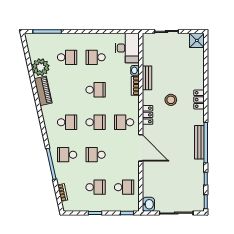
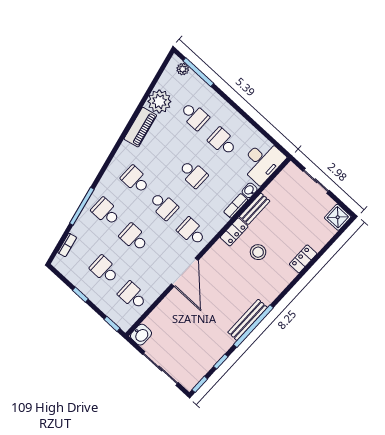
plant: (37, 38) -> (183, 69), added
locker: (199, 100) -> (303, 259), moved
locker: (148, 115) -> (234, 232), moved
school desk: (67, 122) -> (135, 180), turned 180
school desk: (96, 187) -> (104, 270), turned 180
school desk: (124, 187) -> (133, 296), turned 180

